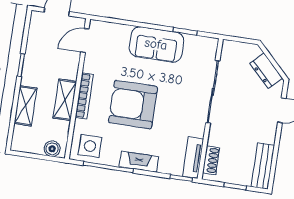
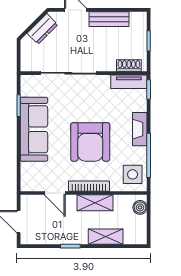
door: (85, 41) -> (55, 193), moved
sofa: (156, 44) -> (34, 129), width x1.36
bench: (263, 166) -> (109, 19), moved

